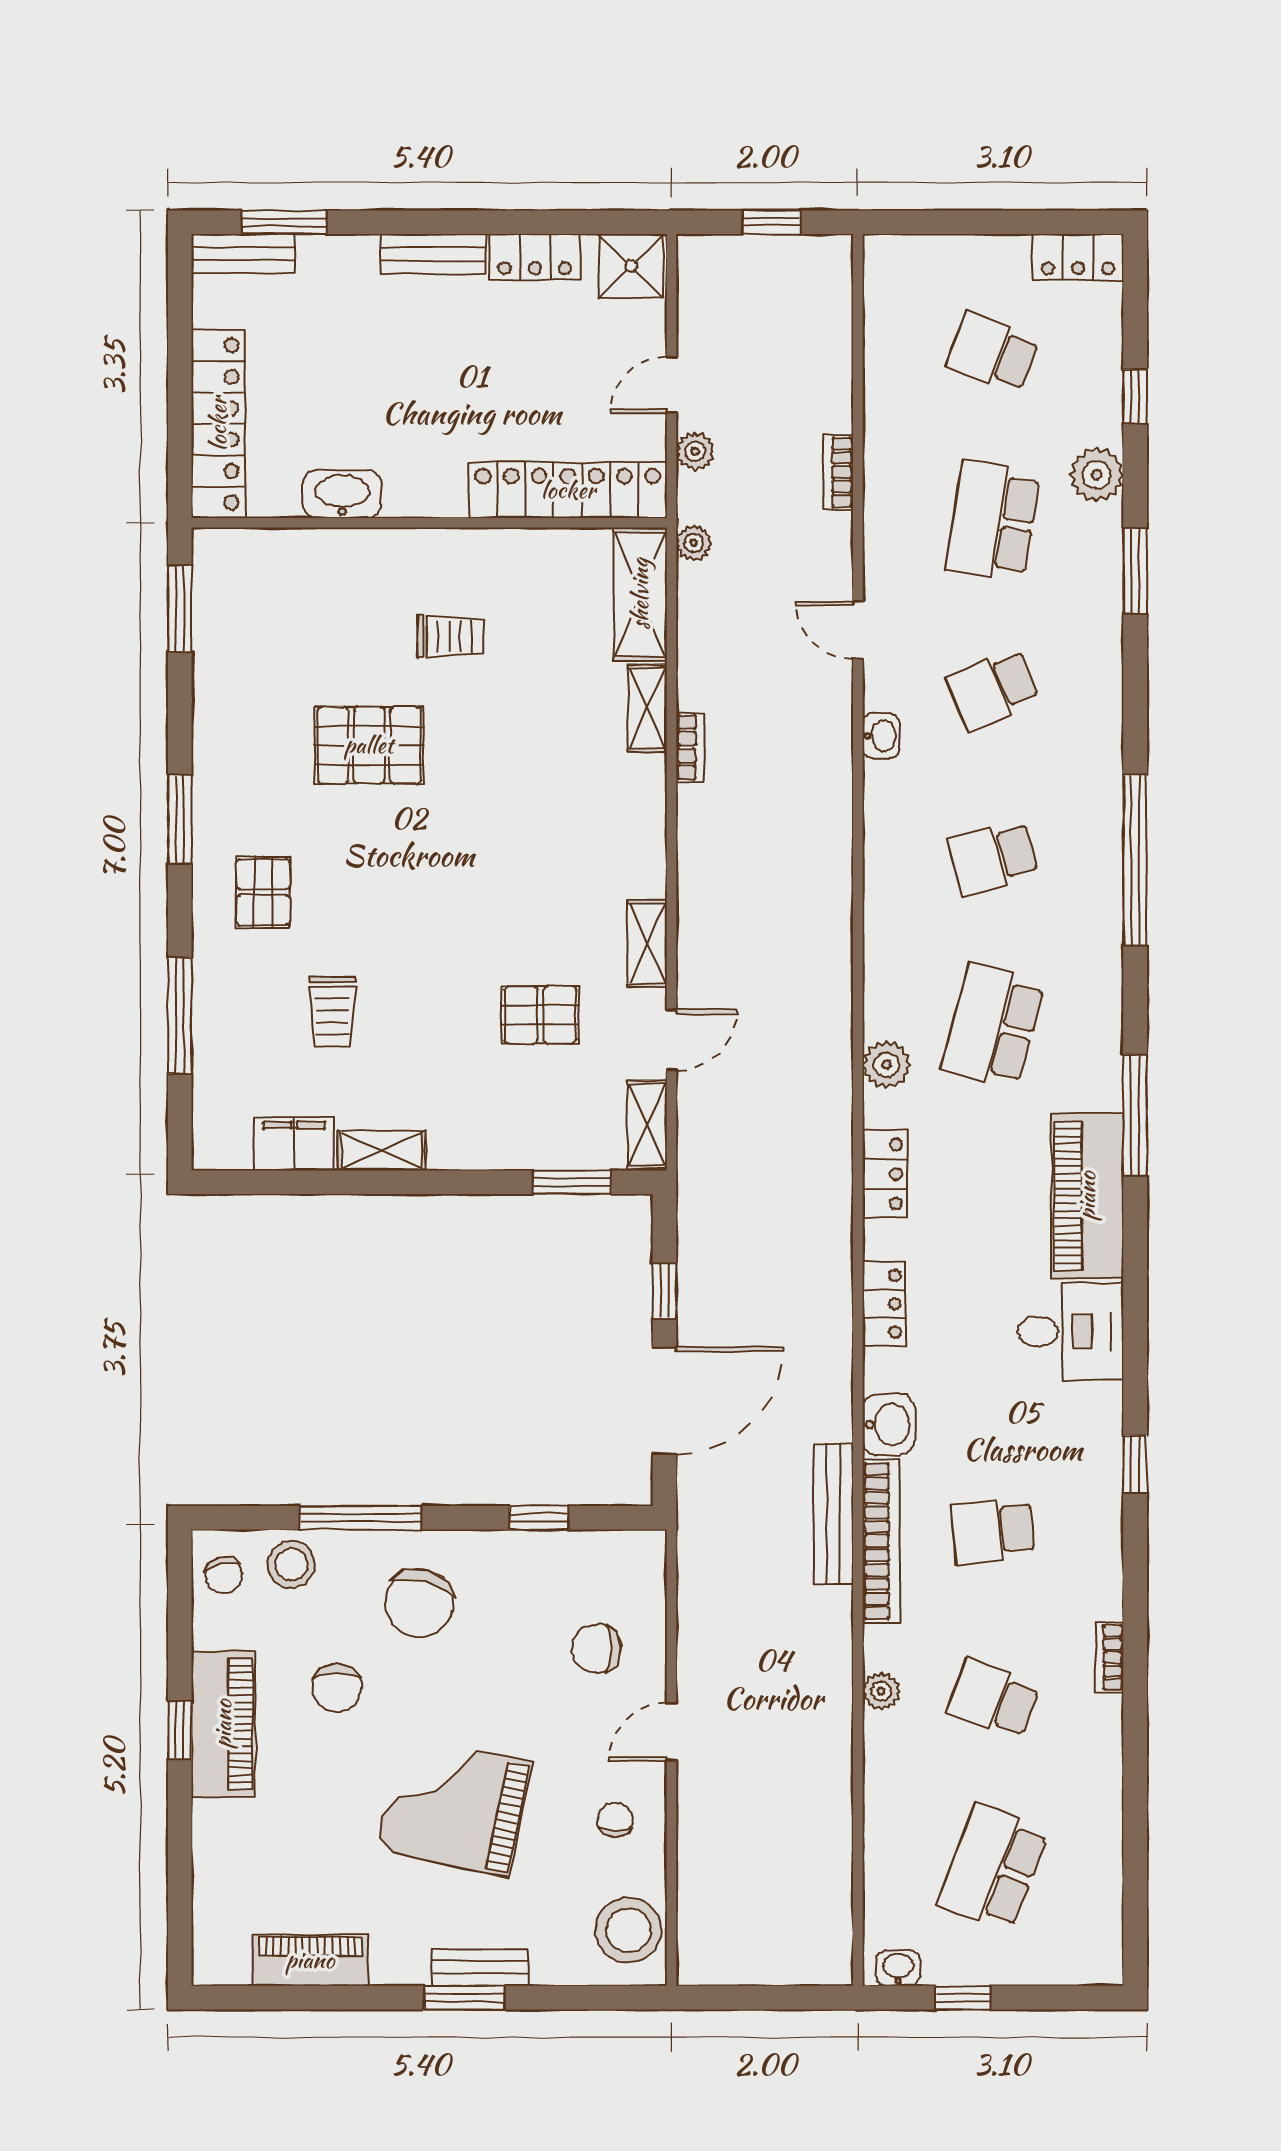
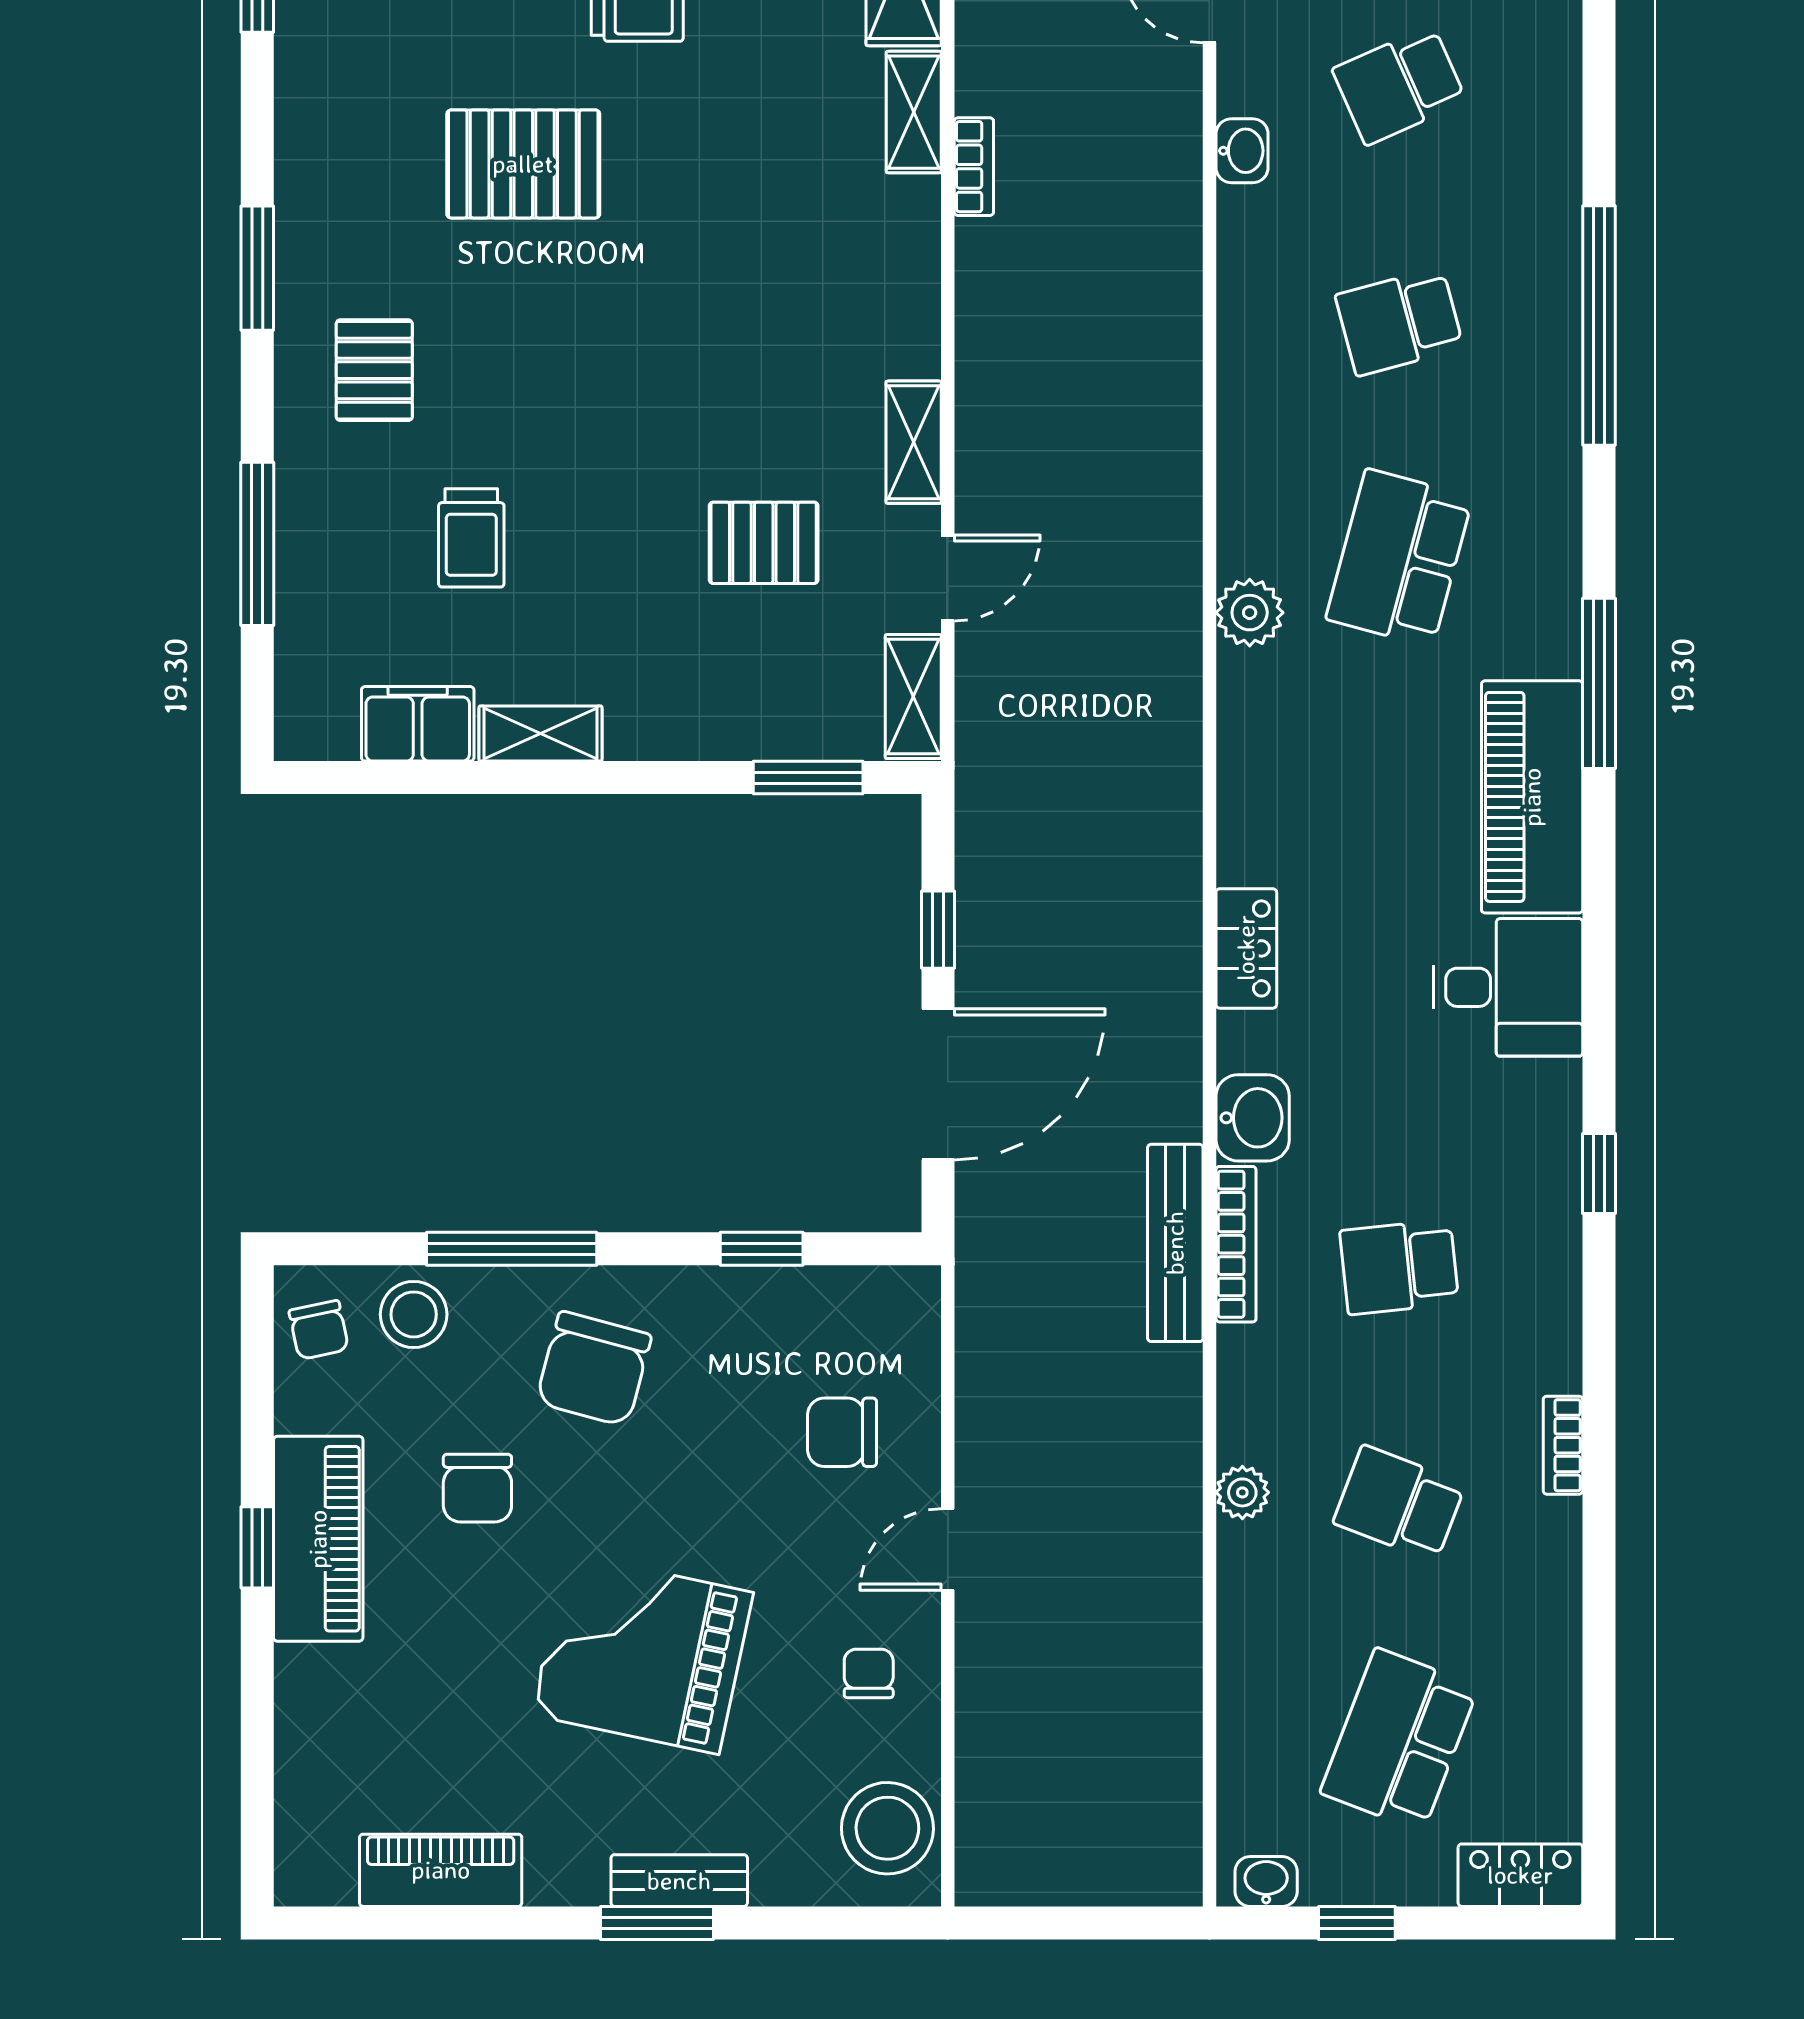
locker: (885, 1174) -> (1520, 1875), moved, turned -90
bookcase: (881, 1541) -> (1236, 1244), width x0.68, depth x0.76

